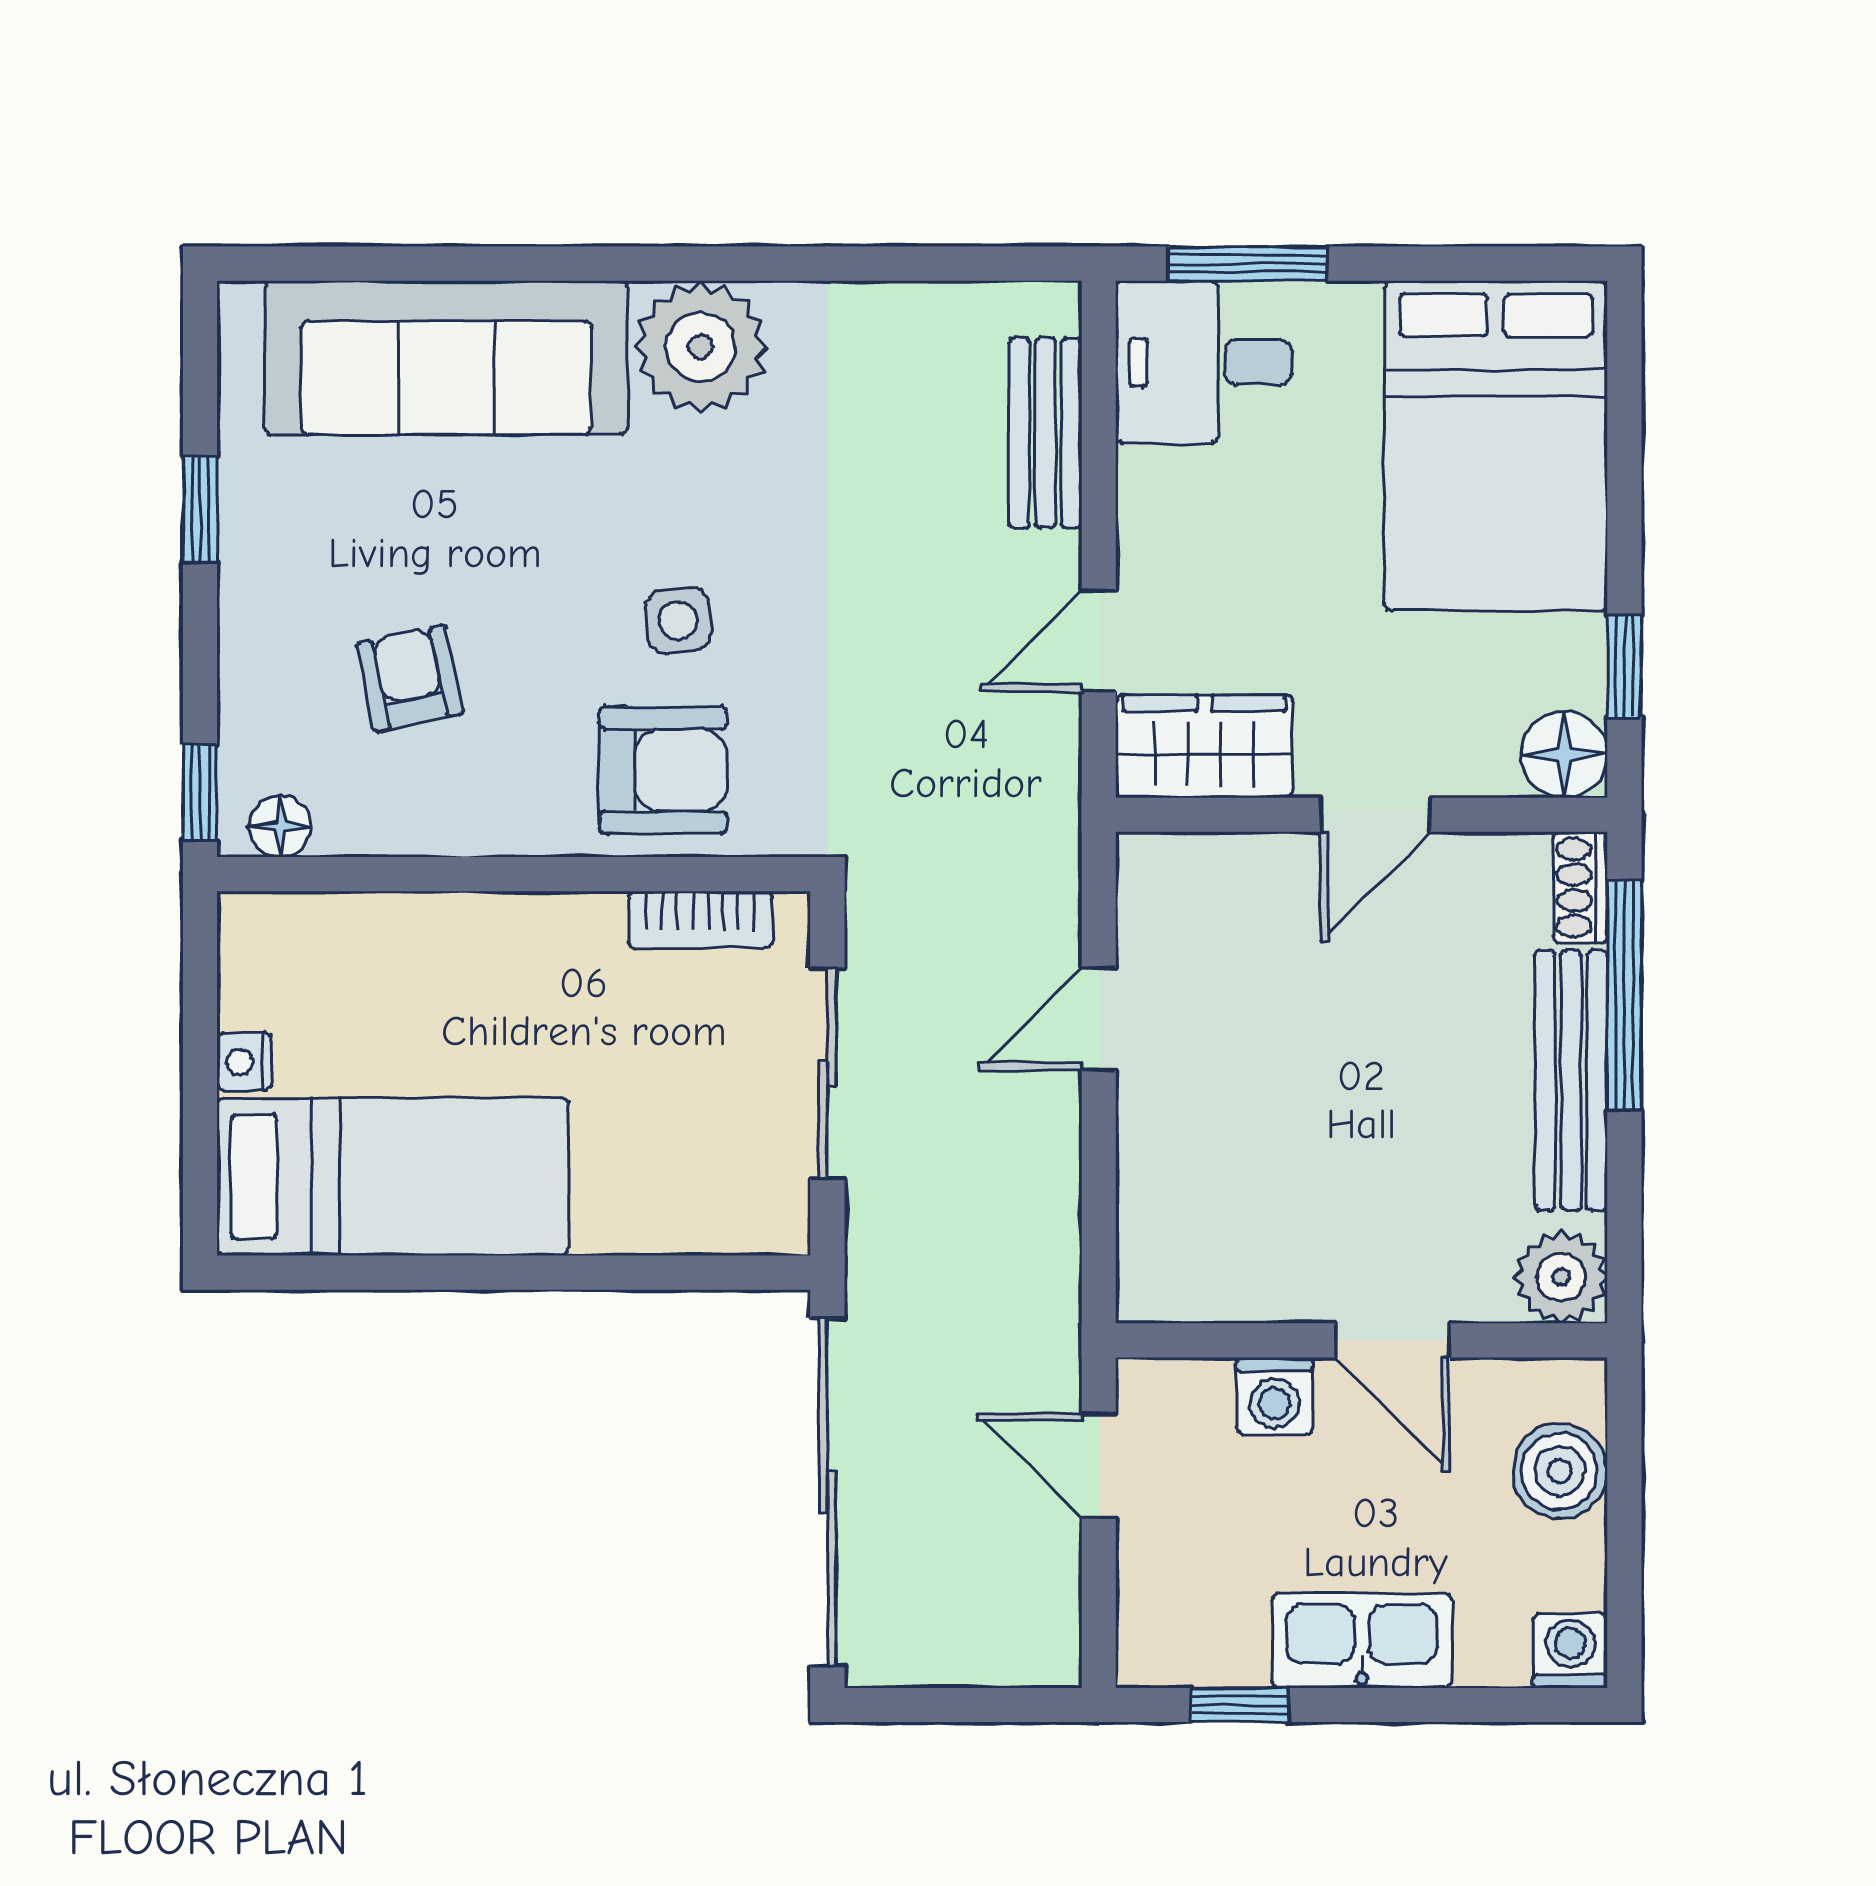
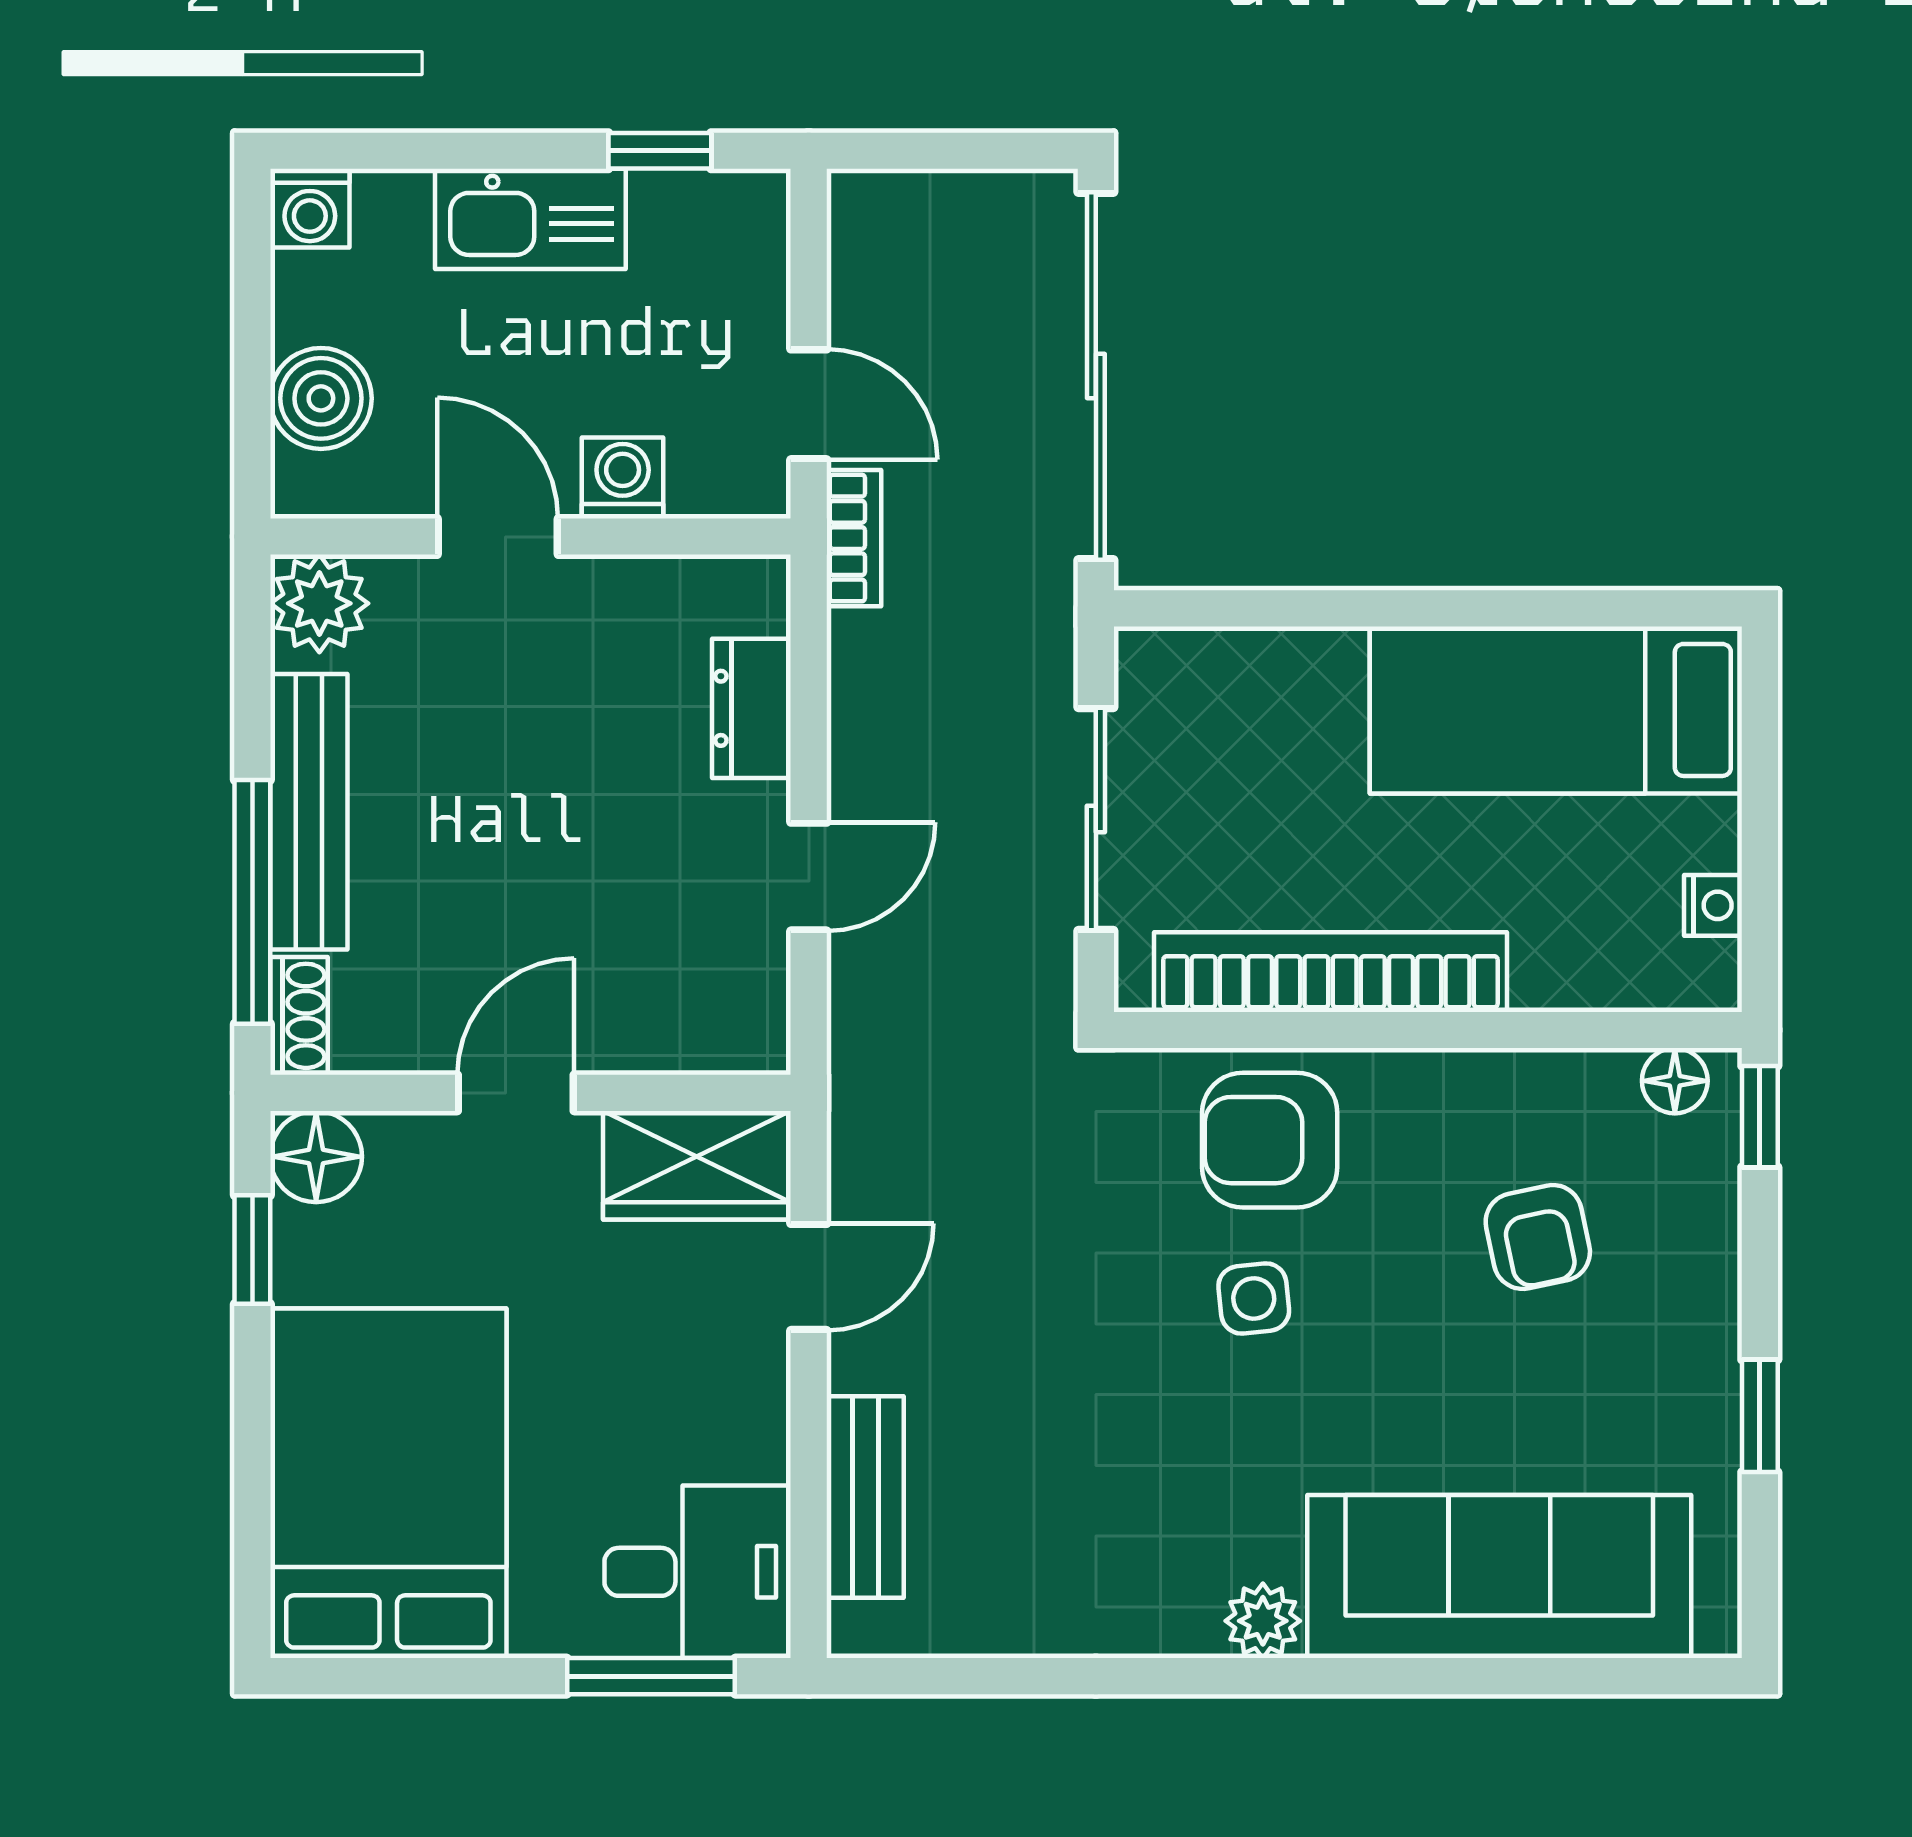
plant: (701, 347) -> (1263, 1621), width x0.53, depth x0.53
bookcase: (700, 920) -> (1331, 972), width x2.31, depth x1.31
nightstand: (244, 1062) -> (1713, 905), moved
dresser: (1153, 1178) -> (751, 708), added
bookcase: (1056, 1339) -> (854, 538), added

